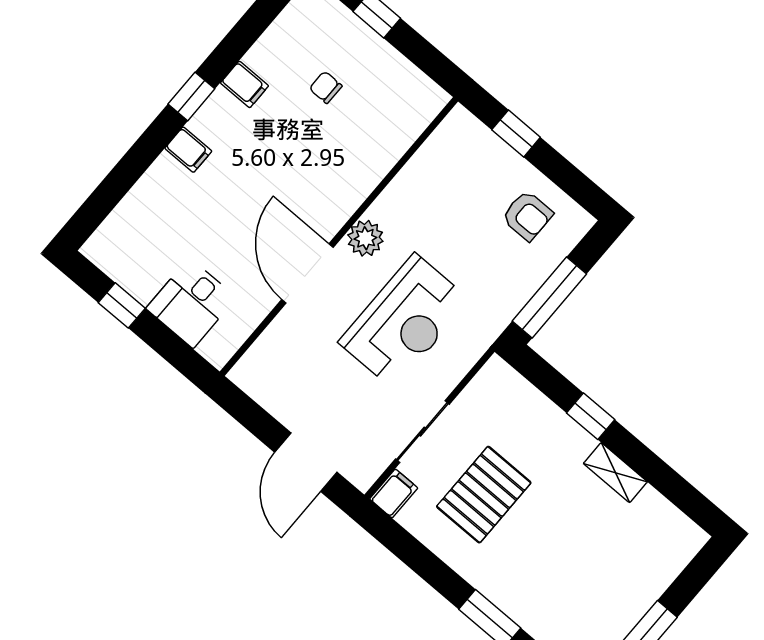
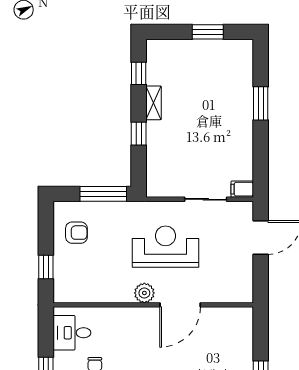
armchair: (527, 216) -> (76, 233), turned 90
desk: (191, 303) -> (72, 333), moved, turned 180
window: (673, 486) -> (139, 73), added
pallet: (484, 495) -> (210, 151), removed

